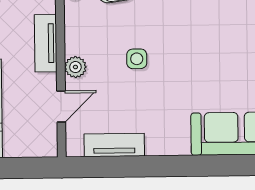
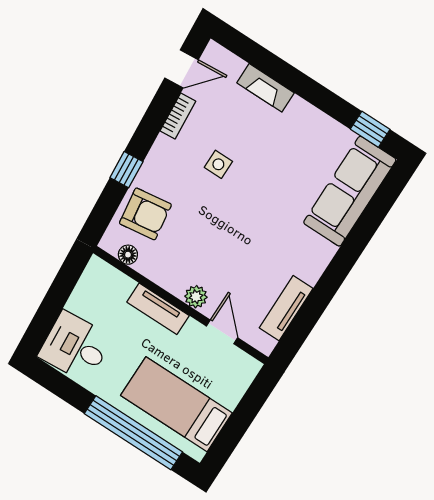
side table: (137, 59) -> (218, 164), moved

